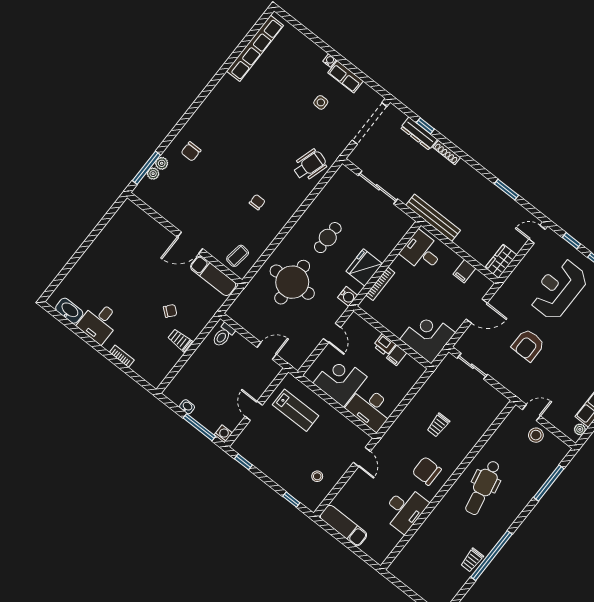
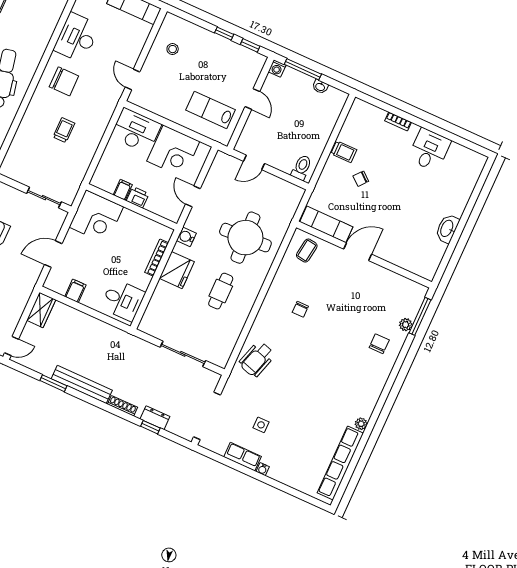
dresser: (419, 134) -> (155, 418), width x0.70
plant: (153, 174) -> (361, 424), moved
bench: (433, 218) -> (82, 384), moved
washbasin: (69, 311) -> (447, 229), moved, turned 90
window: (291, 500) -> (224, 34), moved

